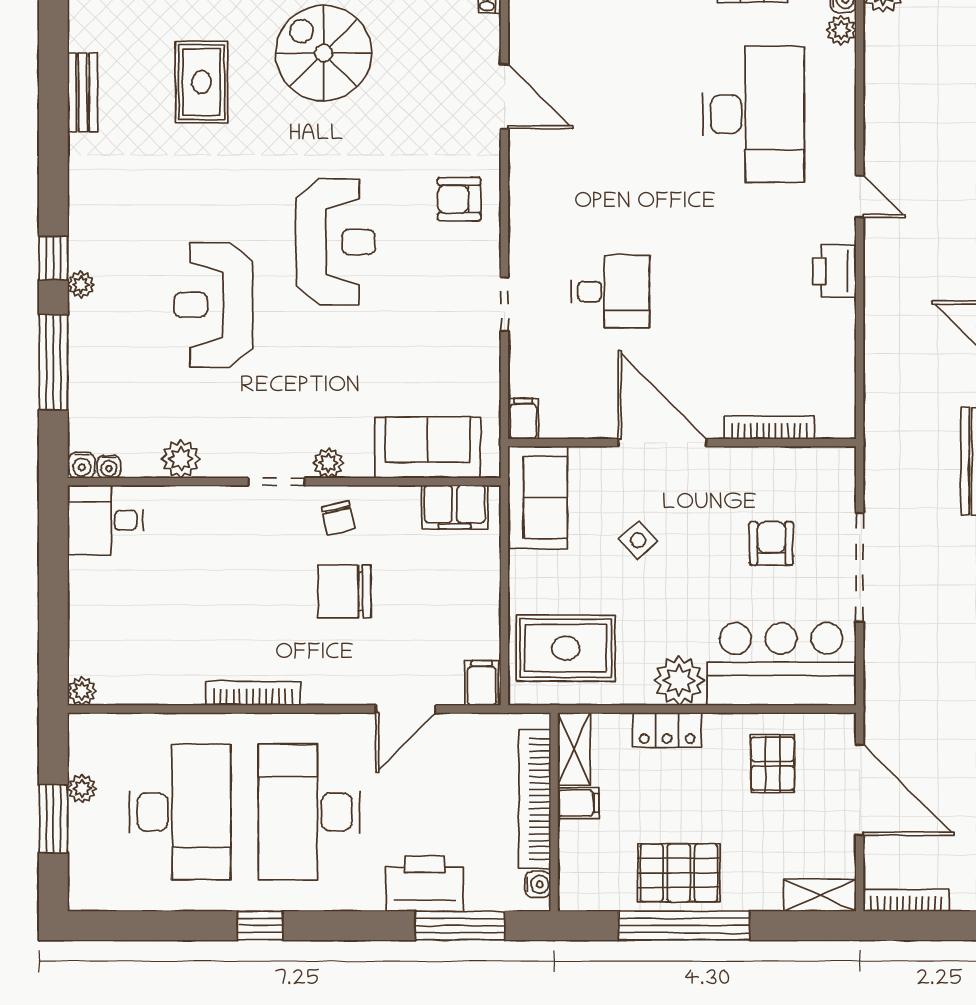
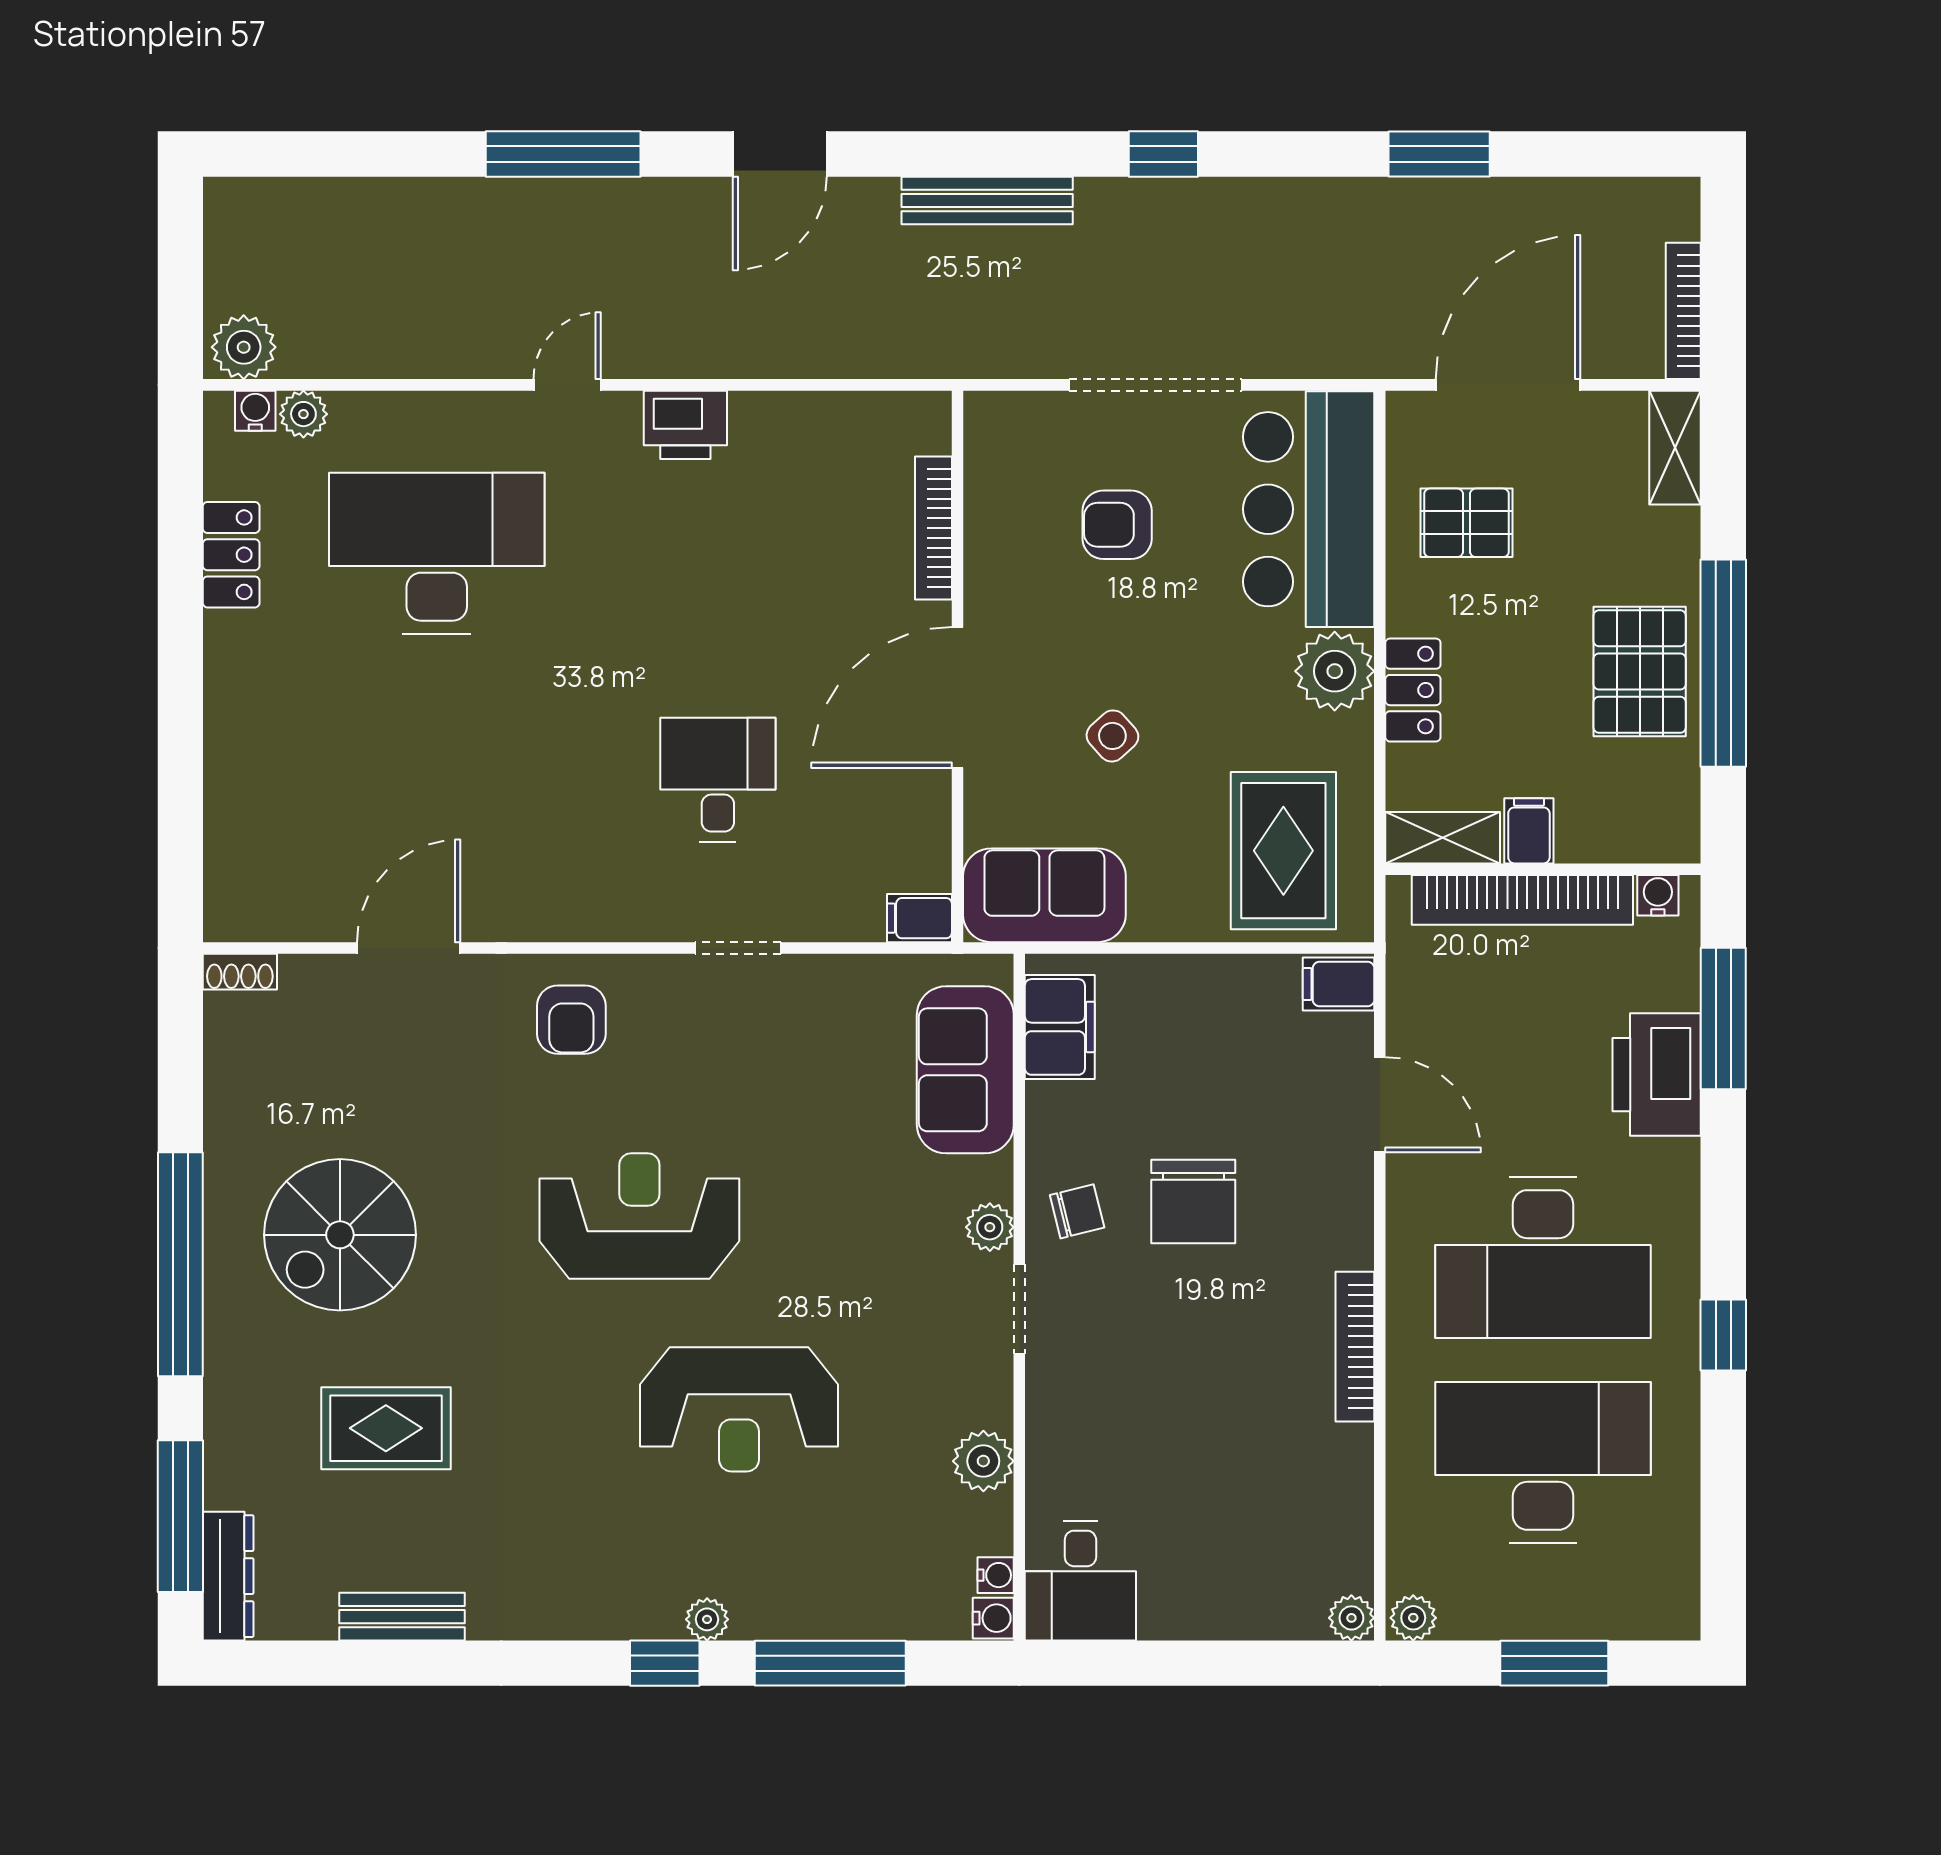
plant: (82, 788) -> (1413, 1618), moved

